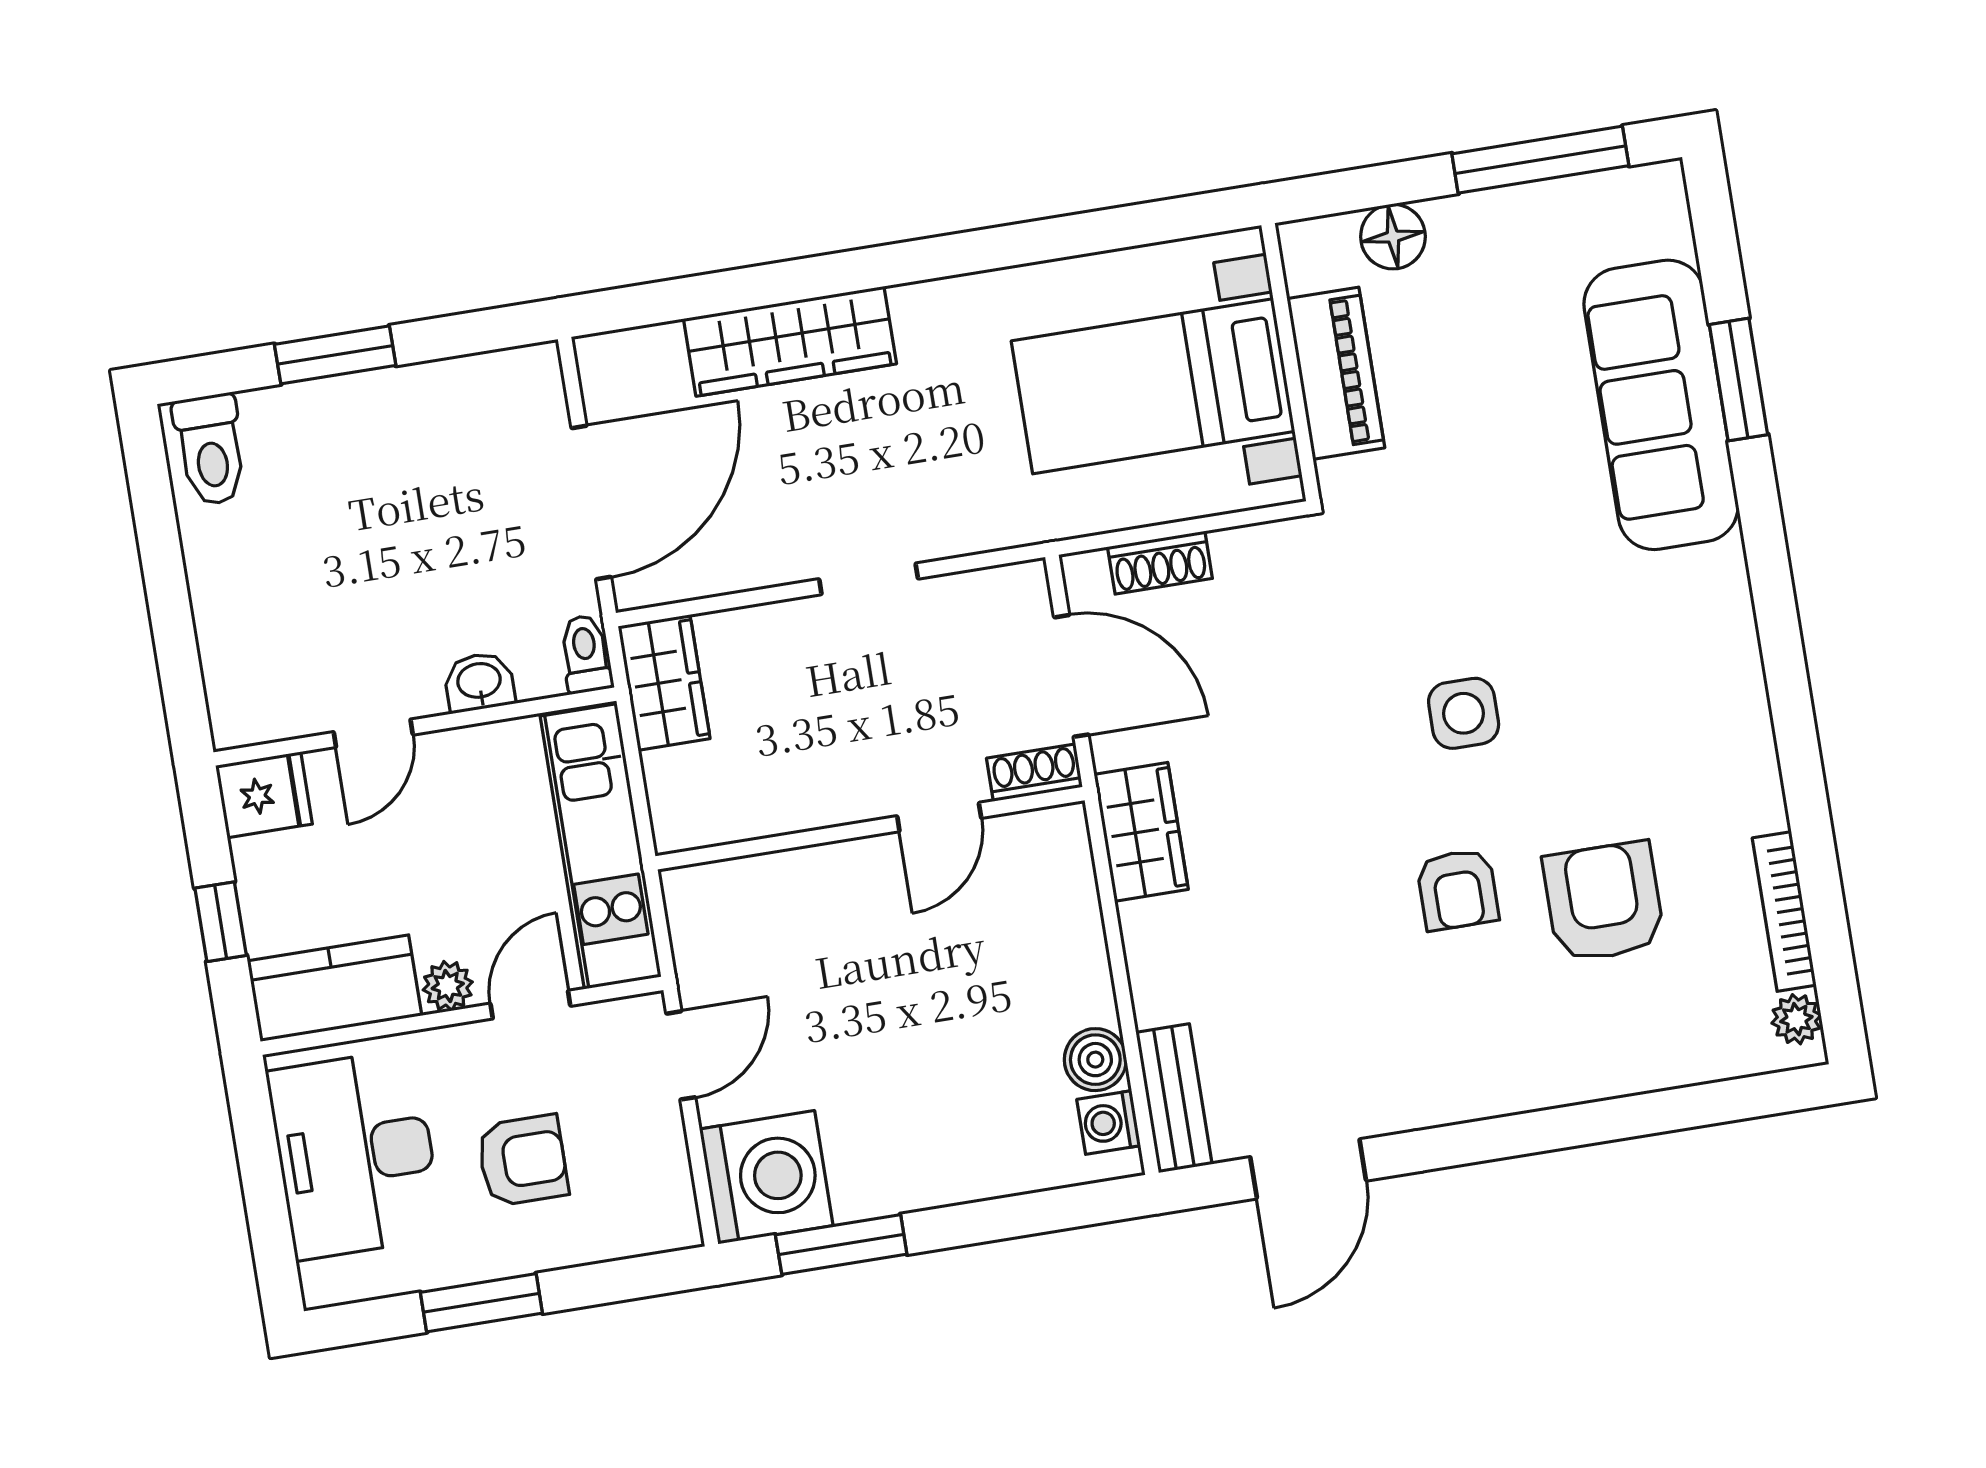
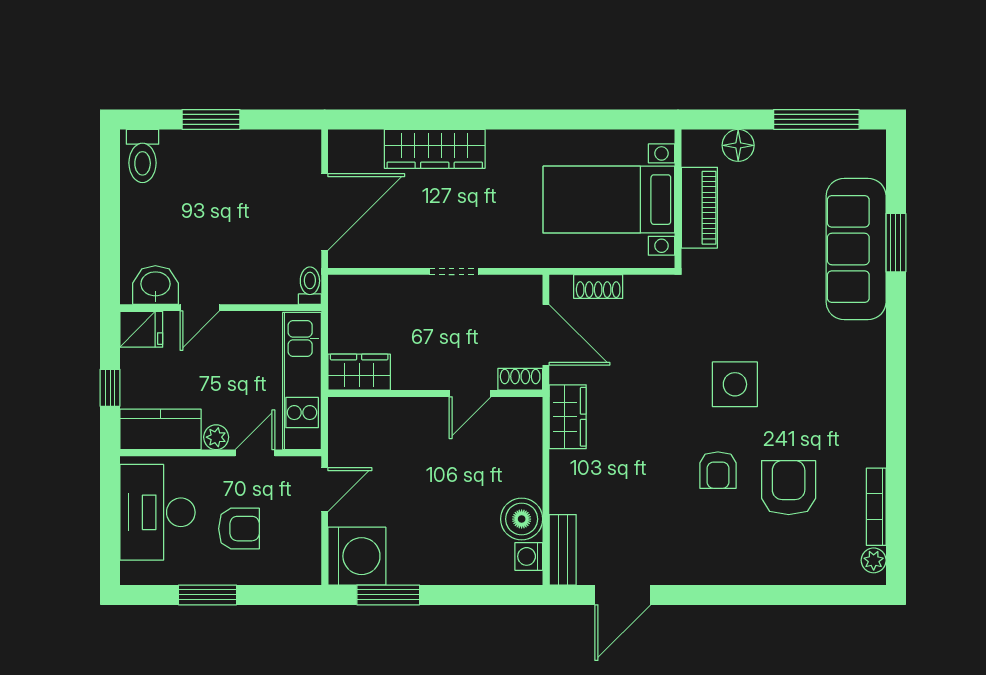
washbasin: (479, 682) -> (155, 285), moved, width x1.38, depth x1.45
wardrobe: (664, 682) -> (359, 372), moved, turned -90
side table: (1464, 713) -> (735, 384), width x1.37, depth x1.37
boiler: (1095, 1060) -> (522, 519), width x1.36, depth x1.36

